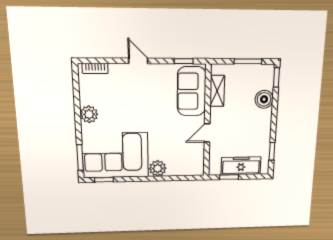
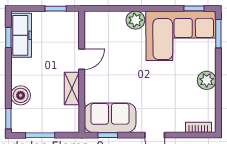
sofa: (192, 91) -> (110, 118), moved, turned -90
shelving: (217, 91) -> (72, 89), moved
freezer: (241, 166) -> (21, 35), moved, turned -90

